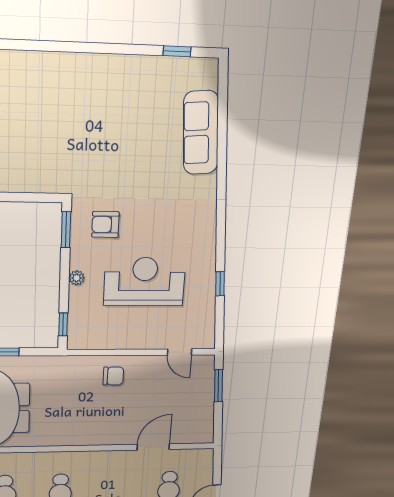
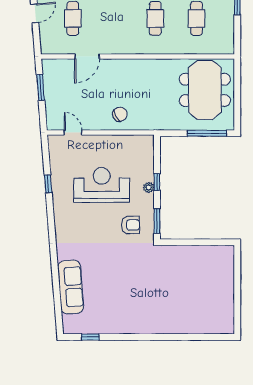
reception desk: (144, 282) -> (102, 185), turned 180
window: (63, 324) -> (157, 182), moved
chair: (113, 376) -> (120, 114), turned 153
window: (218, 386) -> (41, 87), moved

